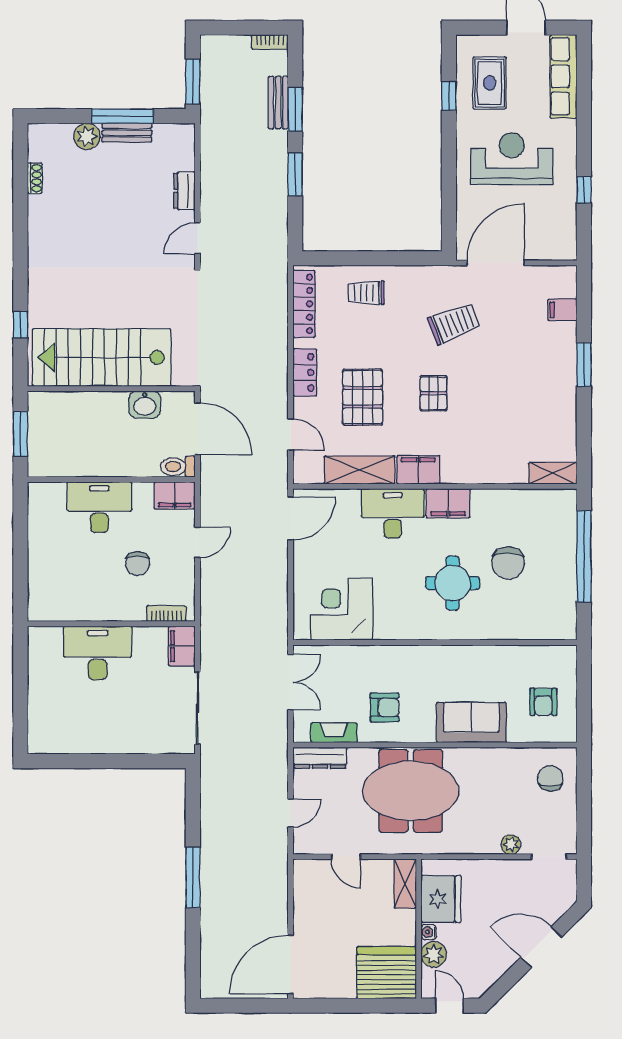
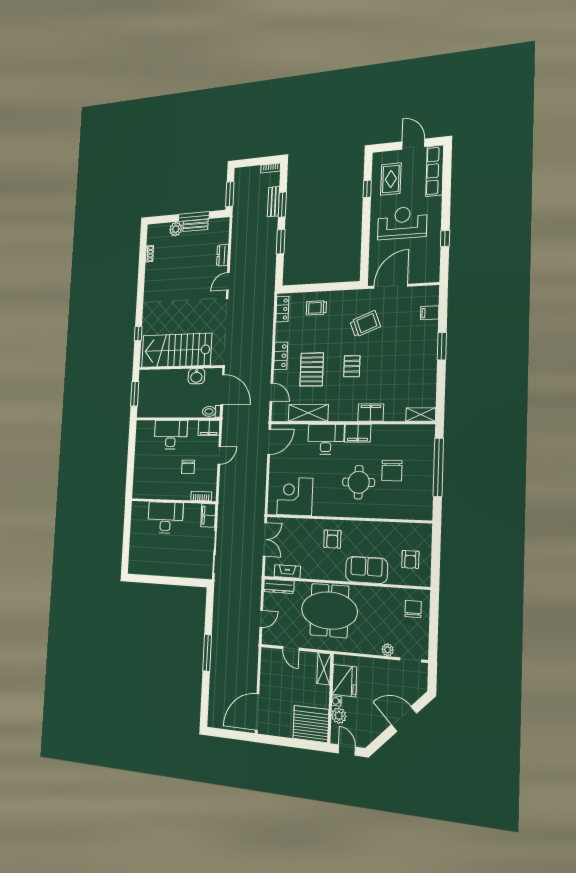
locker: (304, 304) -> (282, 309), width x0.66
filing cabinet: (418, 470) -> (371, 413), moved
armchair: (384, 707) -> (332, 539), moved, turned 90

